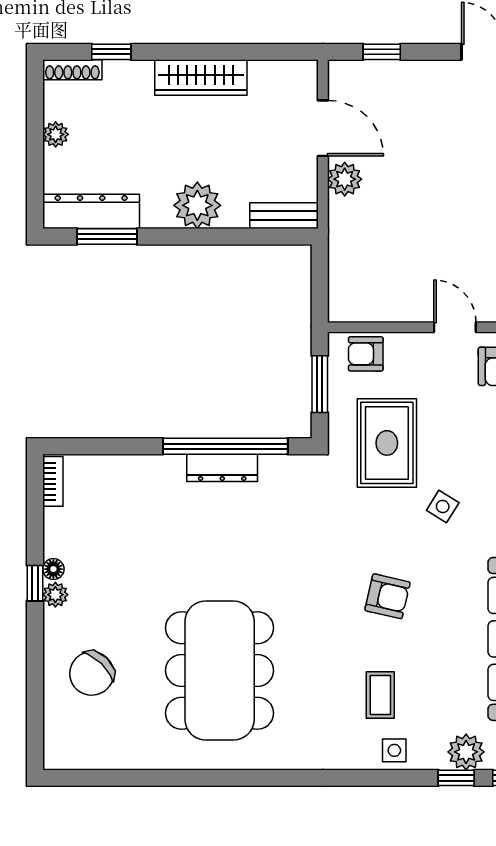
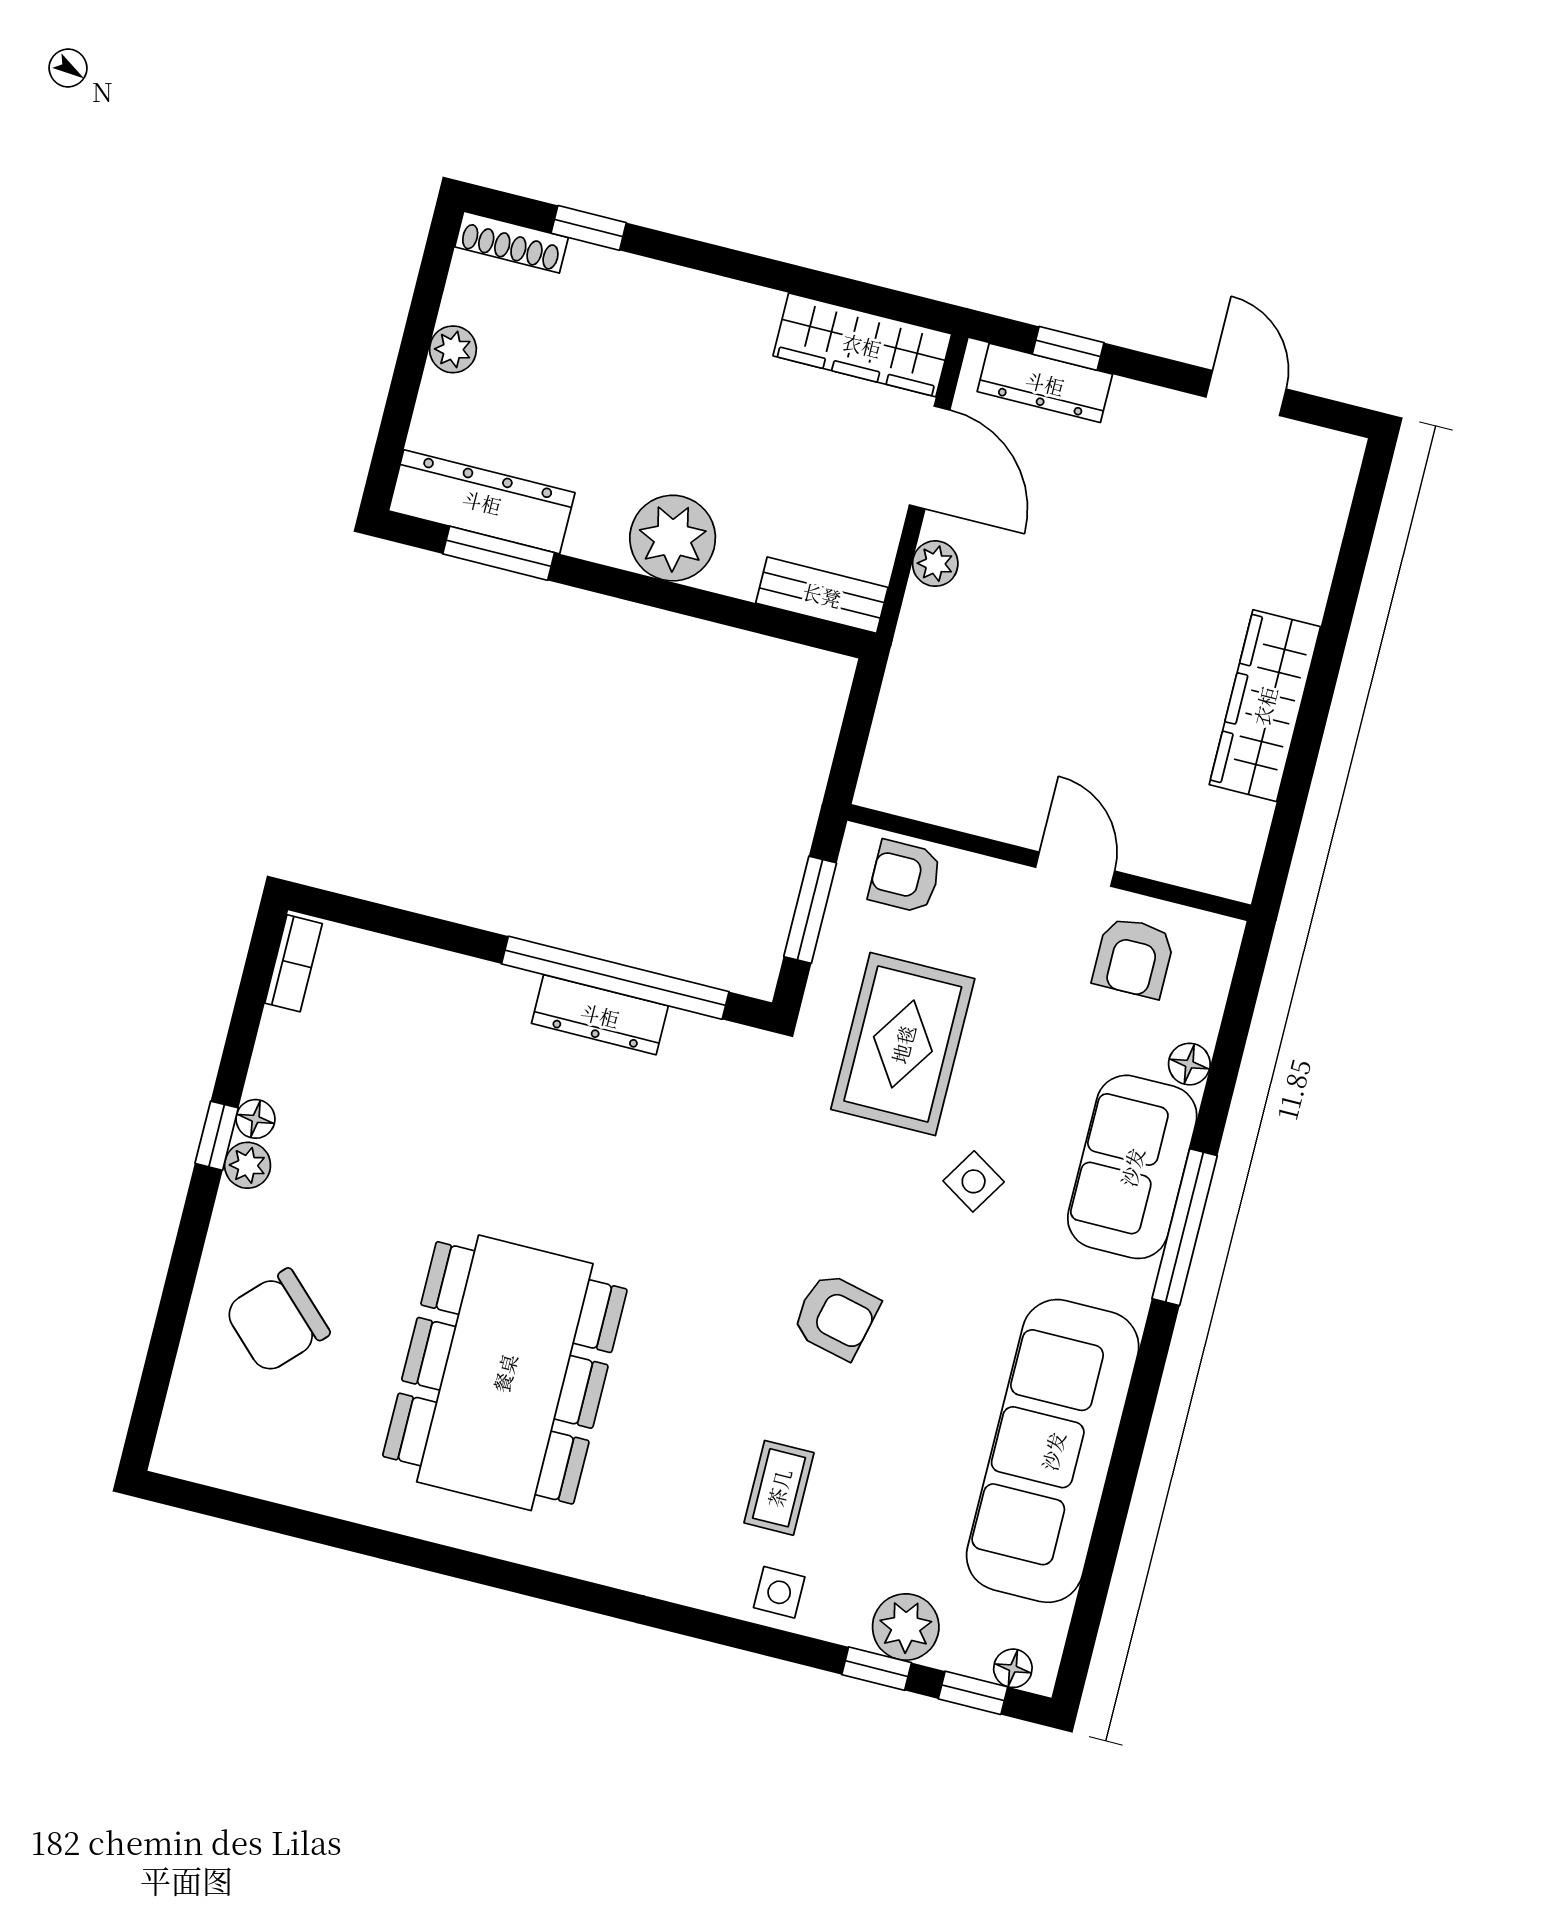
dresser: (374, 73) -> (1045, 383), added
wardrobe: (201, 77) -> (862, 345), moved
plant: (345, 179) -> (935, 564), width x0.73, depth x0.73

